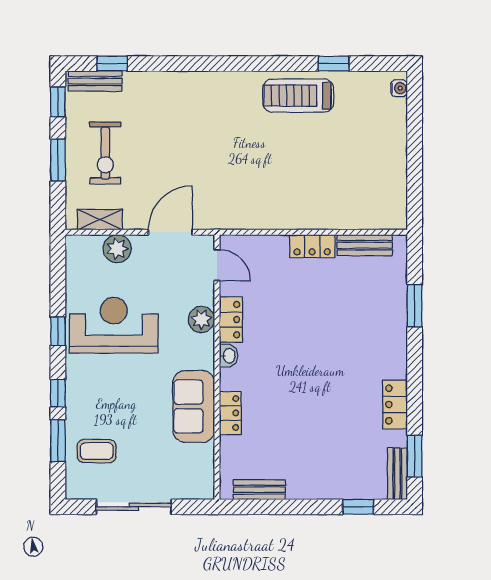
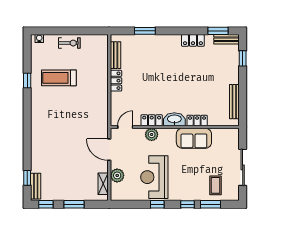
window: (334, 64) -> (27, 81), moved
treadmill: (298, 96) -> (59, 78), moved, turned 90
exercise bike: (105, 153) -> (69, 43), moved, width x0.73, depth x0.72
washbasin: (229, 356) -> (174, 119), width x1.91, depth x1.45
bench: (259, 490) -> (234, 102), width x1.36

